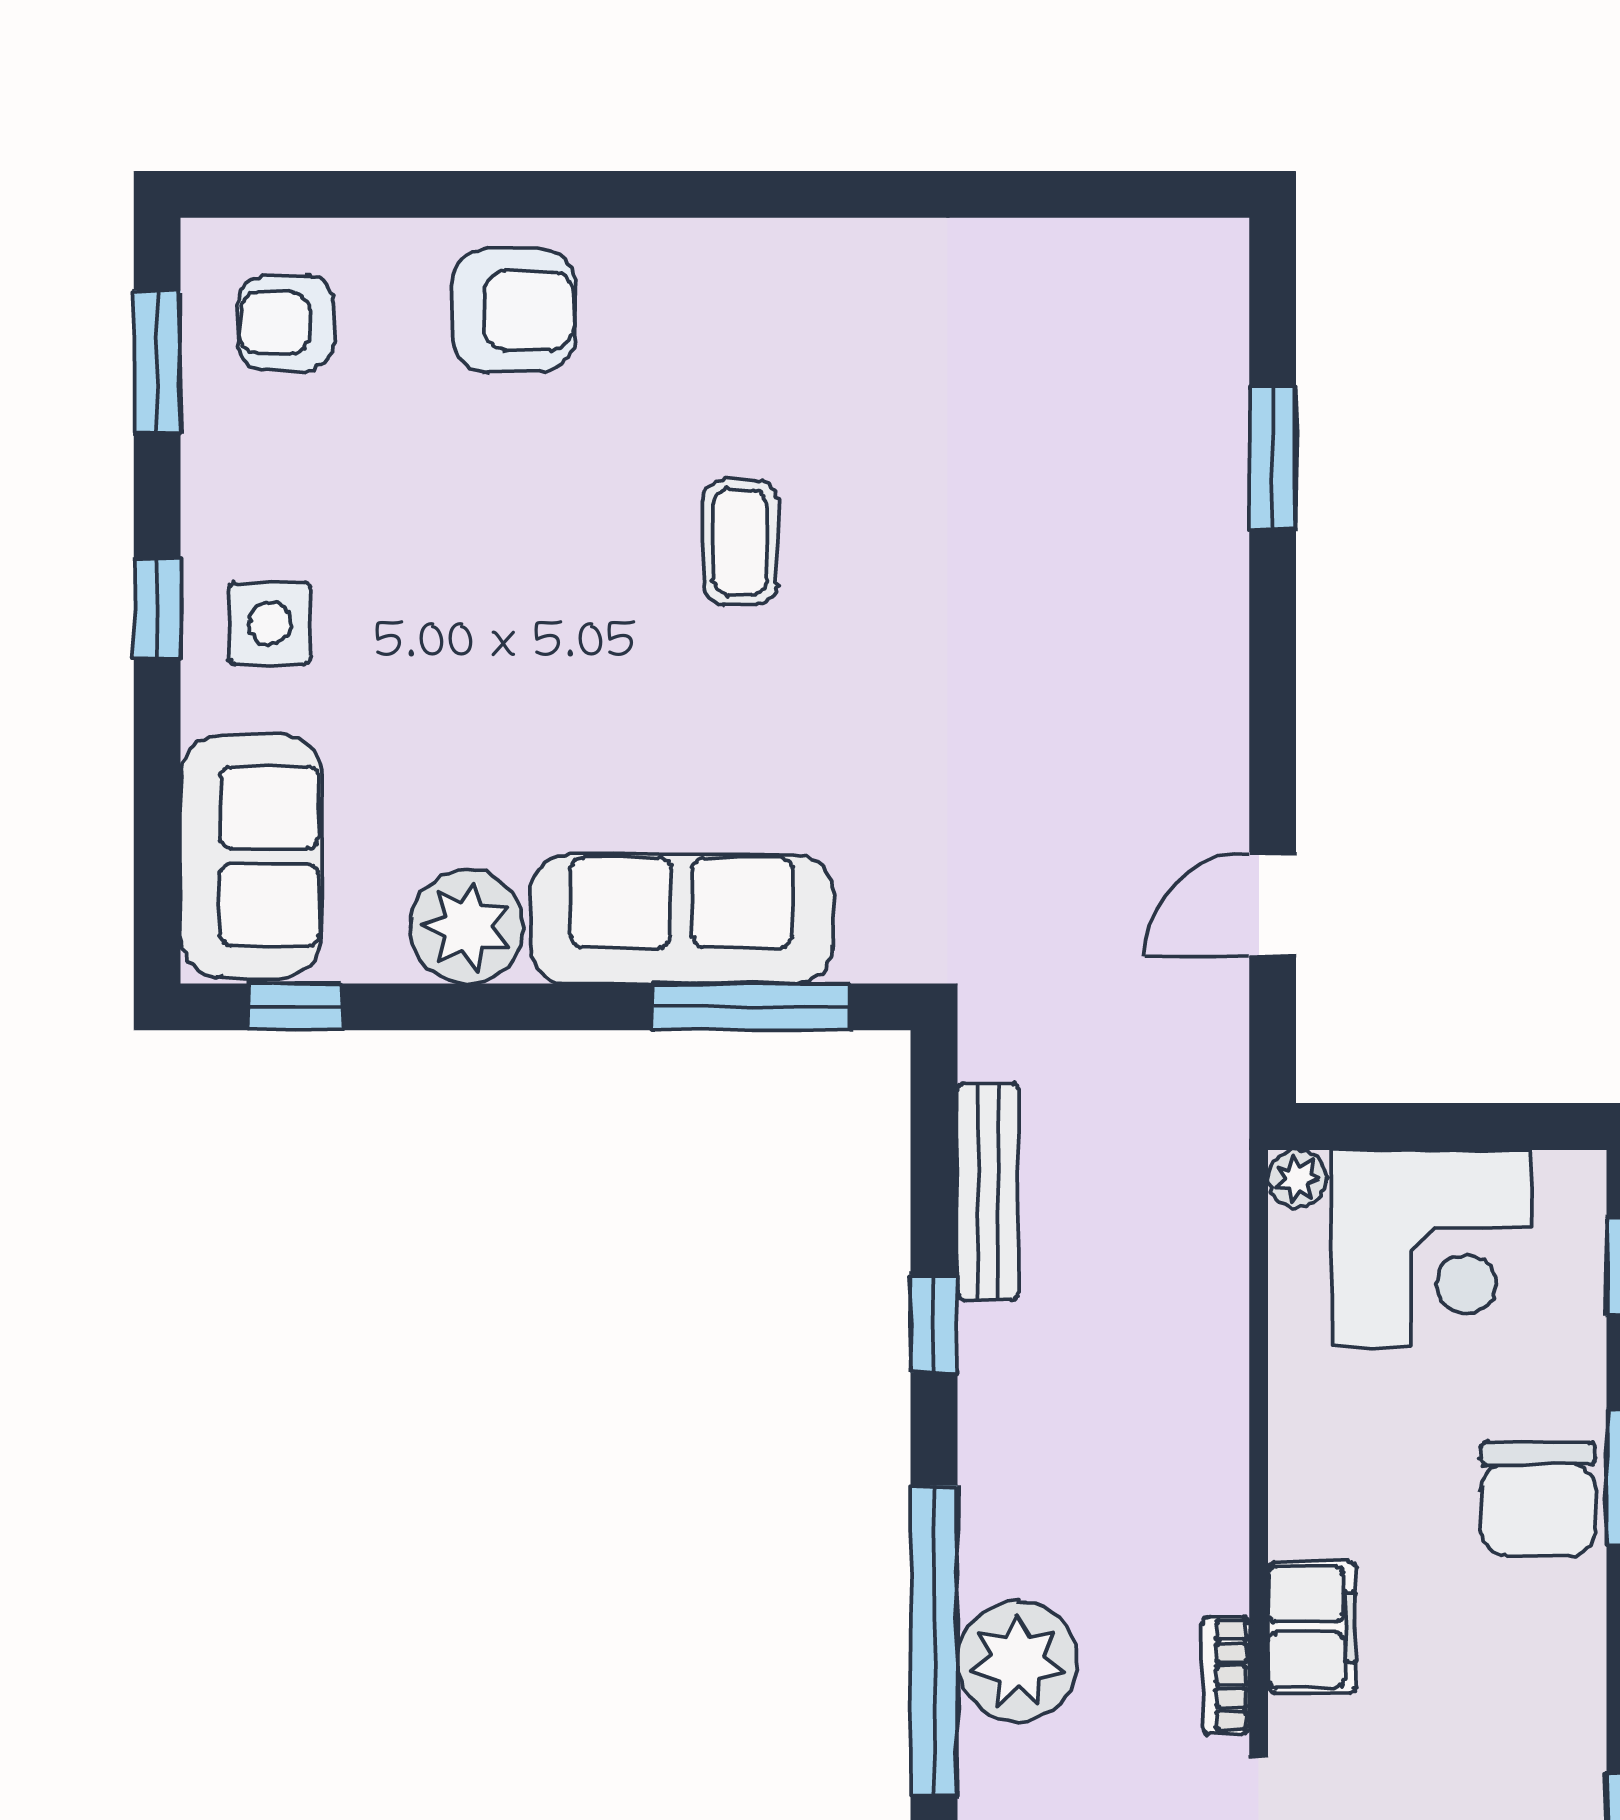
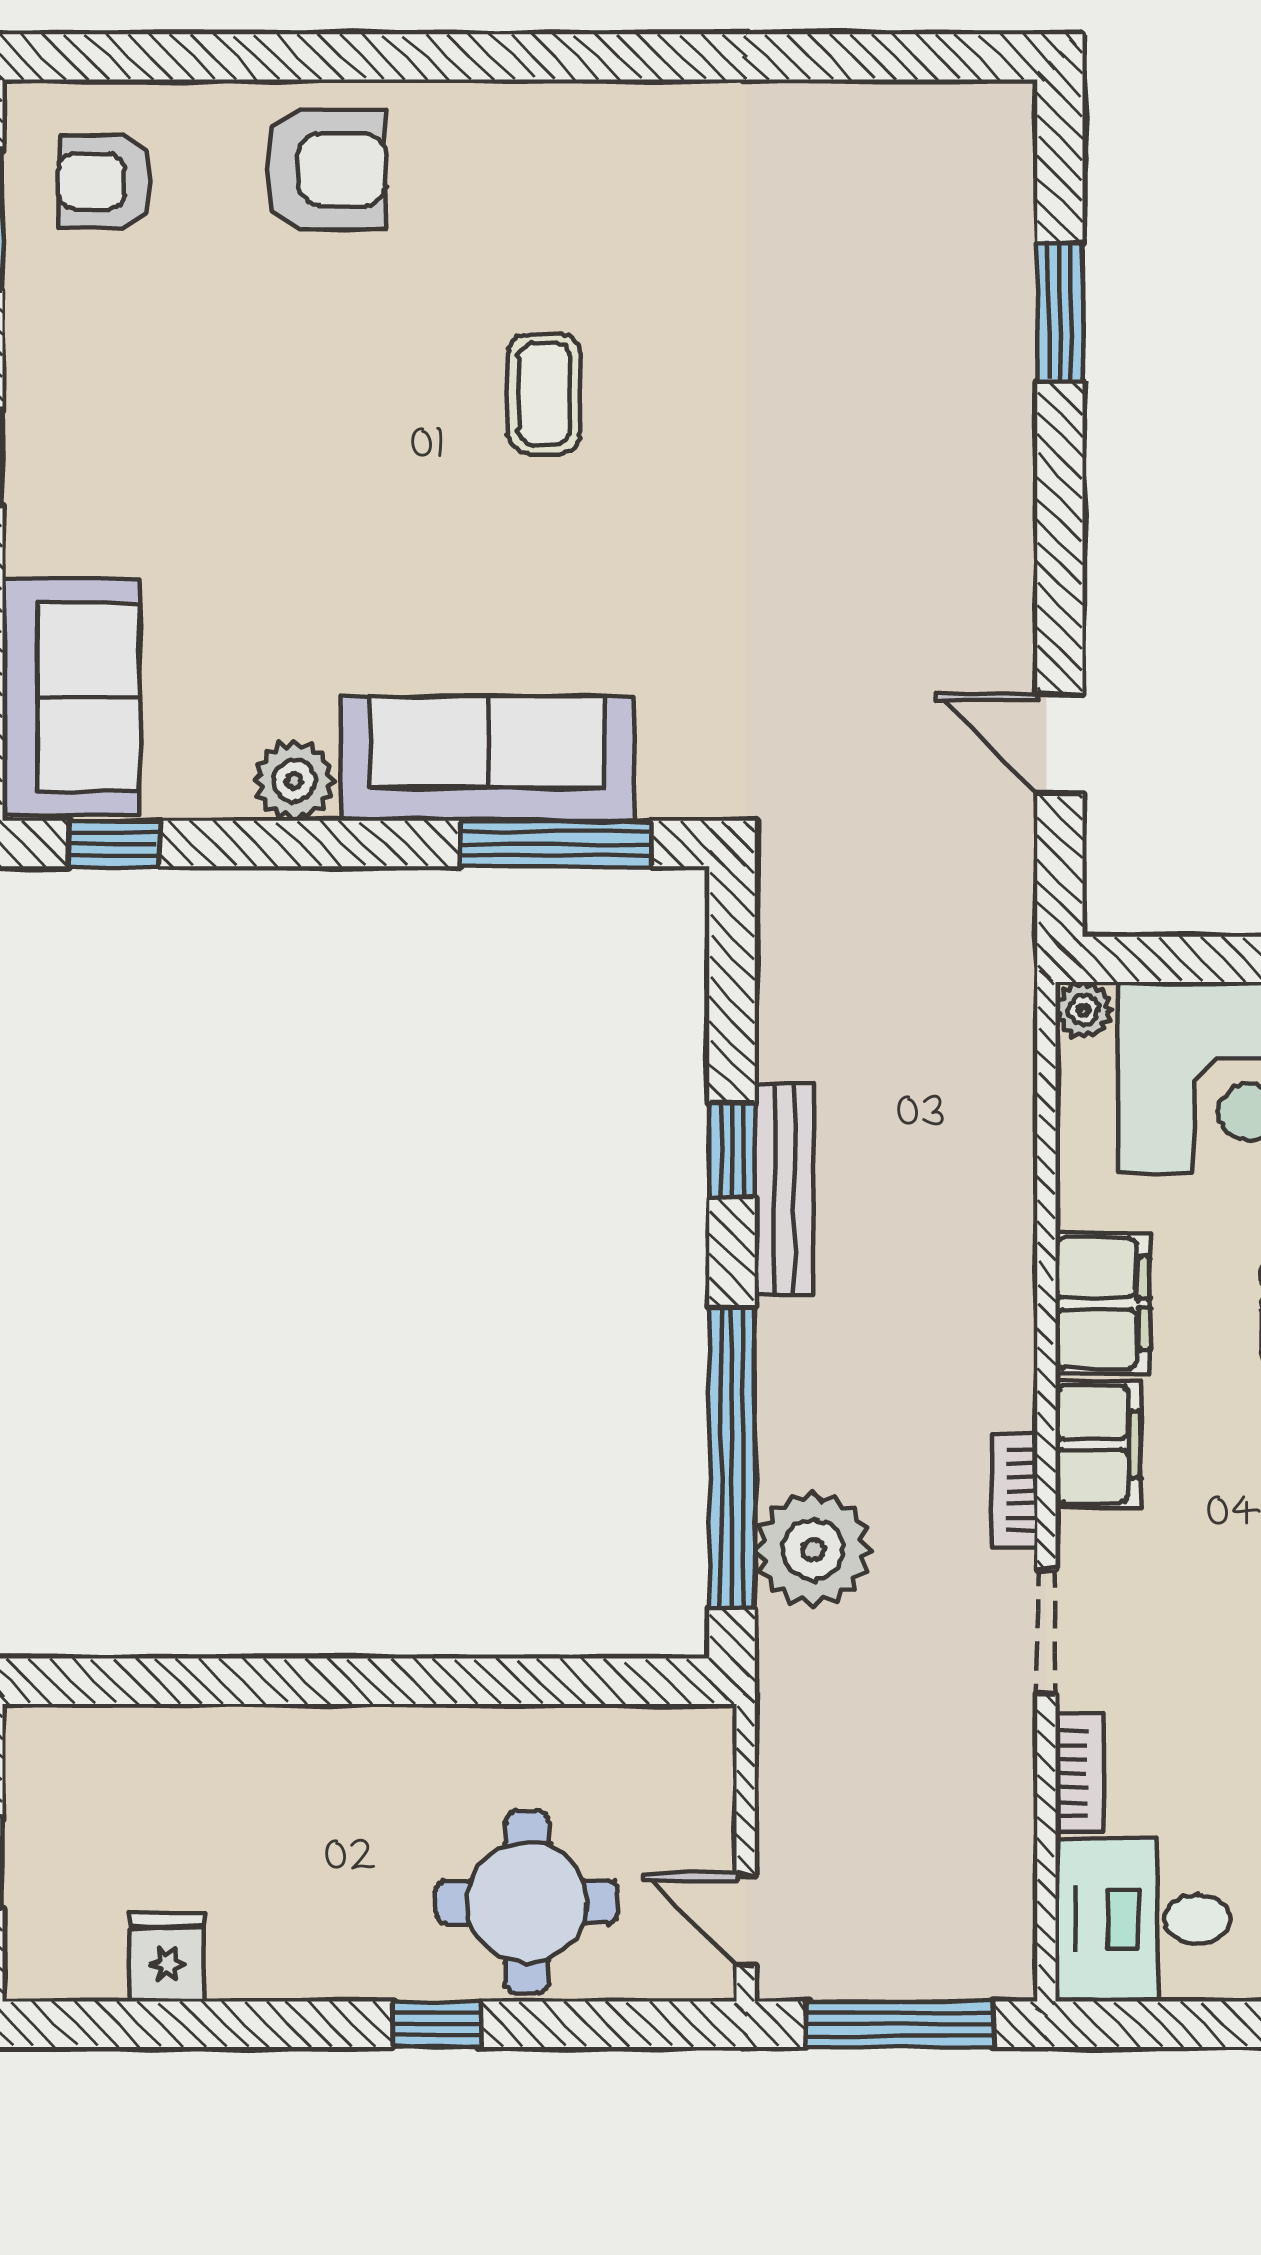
side table: (270, 623) -> (89, 472), removed
door: (1273, 904) -> (1060, 744), hinge flipped
plant: (467, 927) -> (294, 781), width x0.73, depth x0.73
bench: (988, 1192) -> (784, 1189), moved
filing cabinet: (1317, 1482) -> (1103, 1304), added
plant: (1017, 1661) -> (813, 1549), moved

